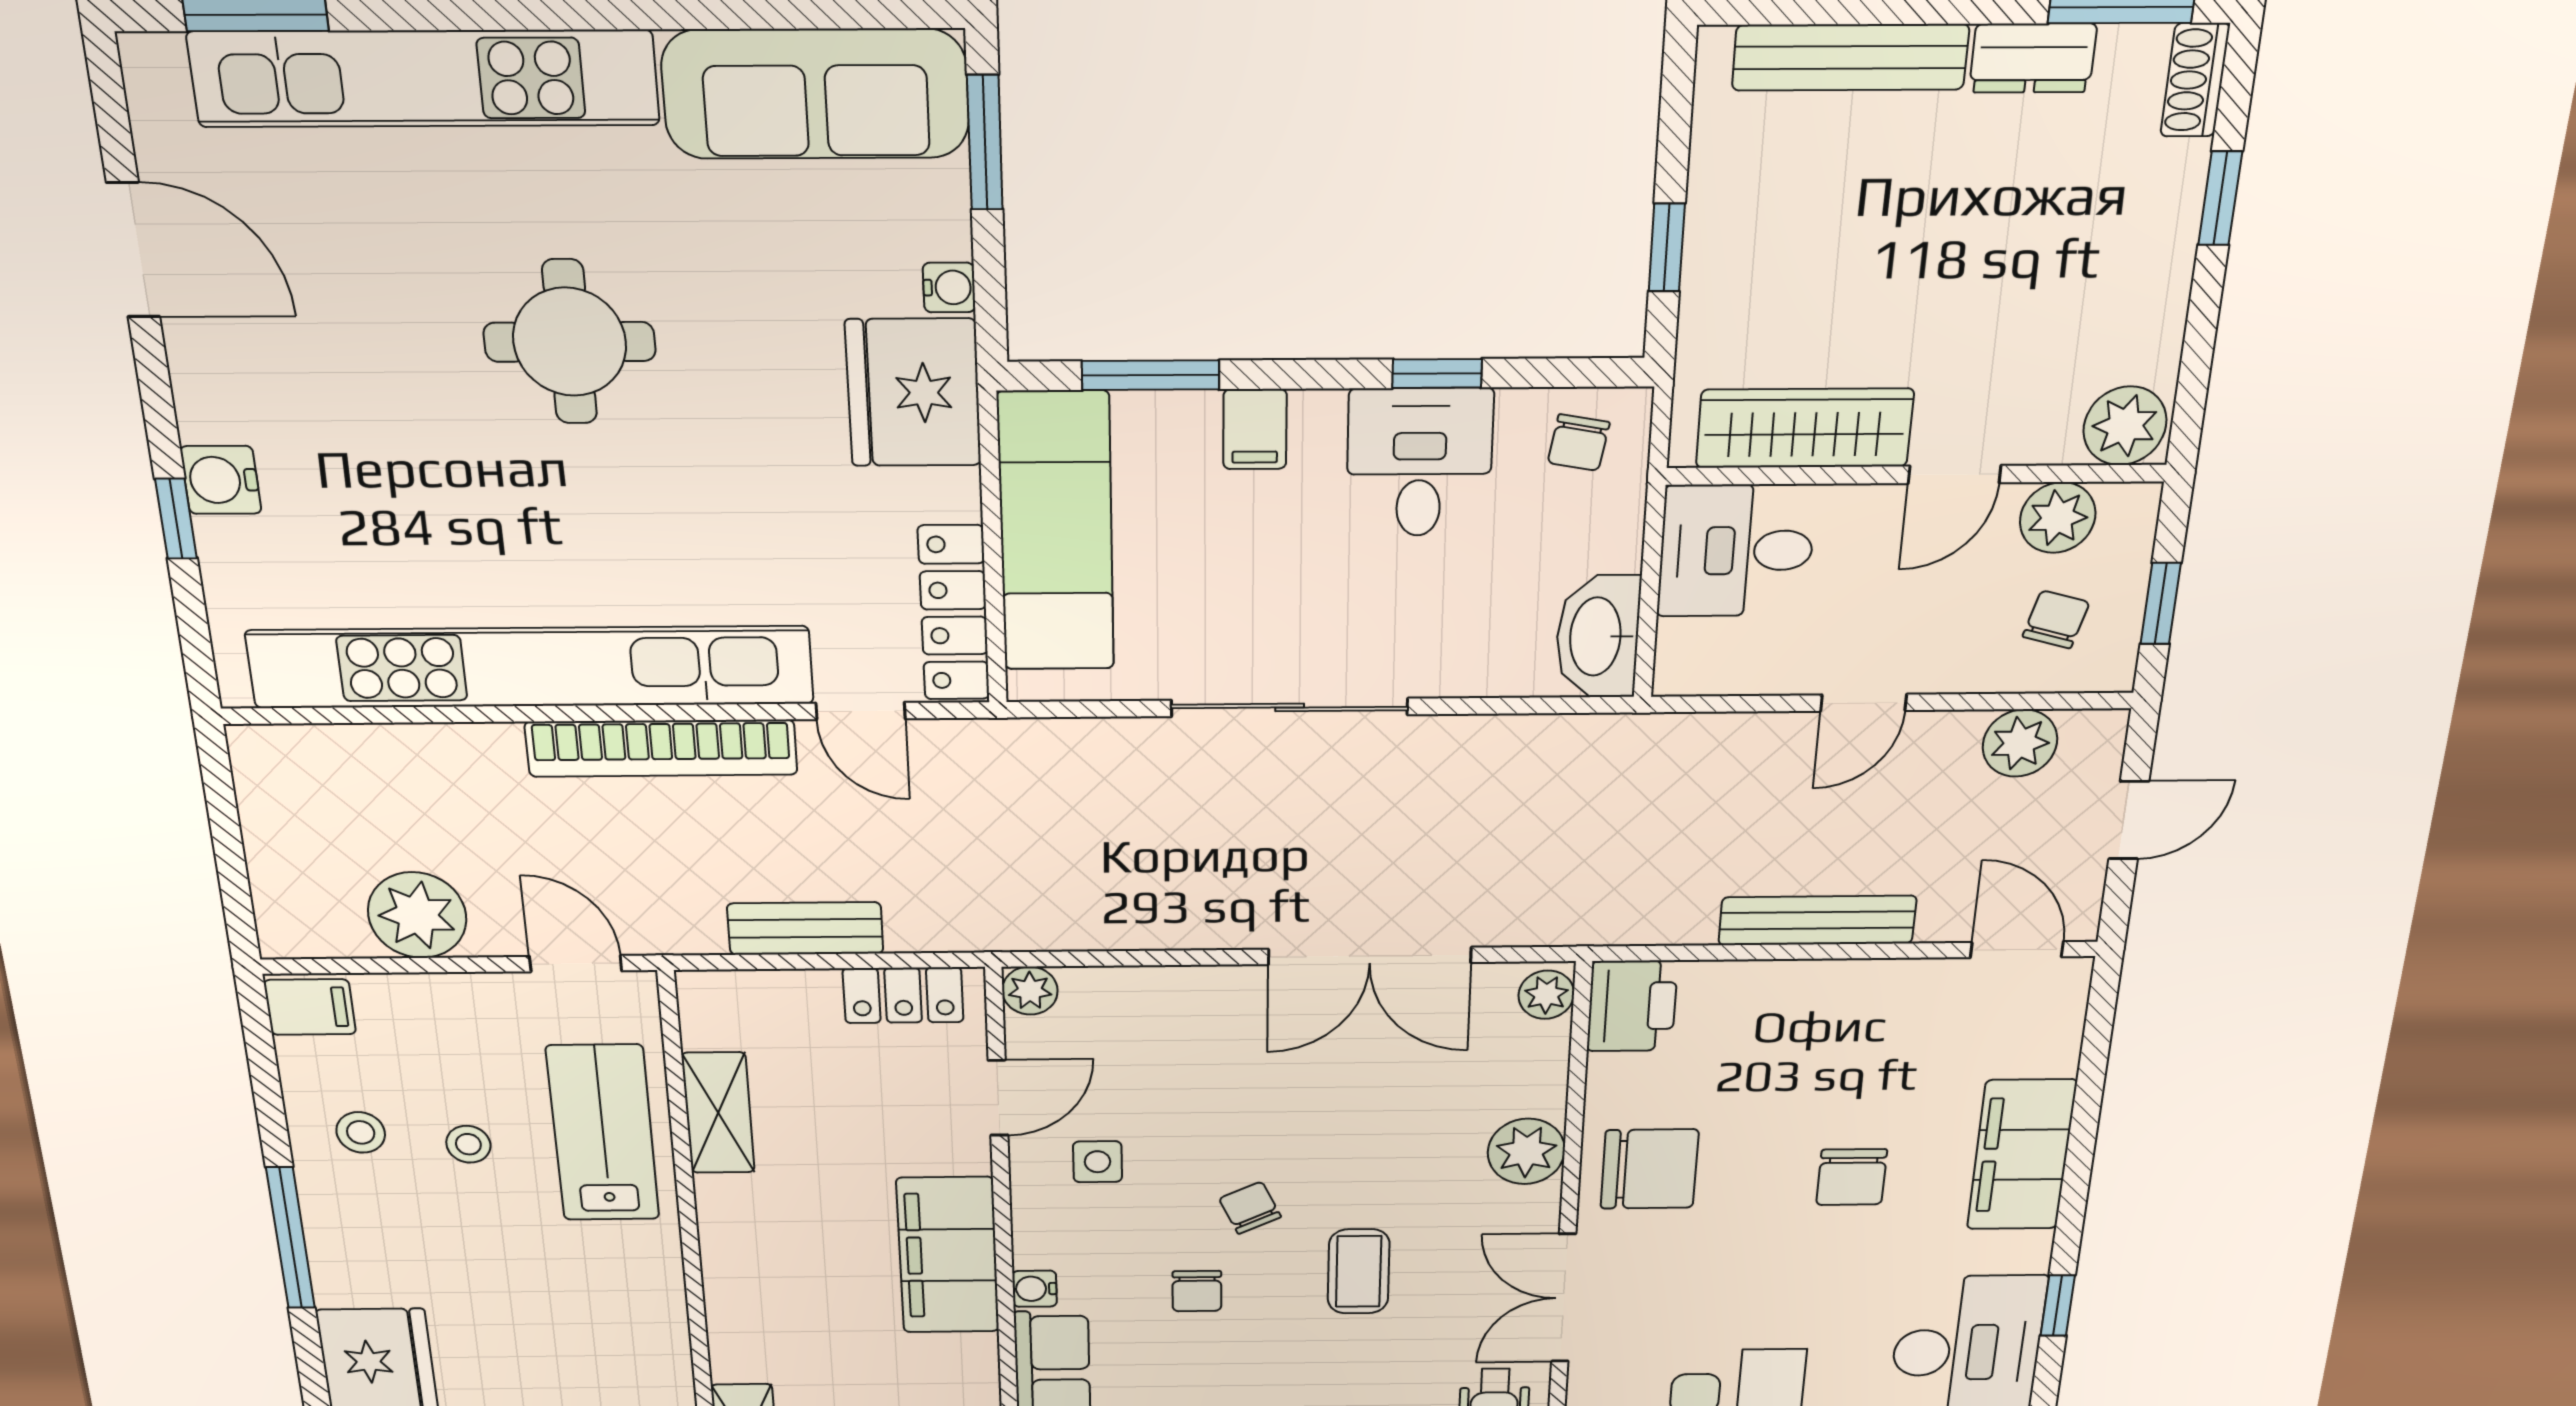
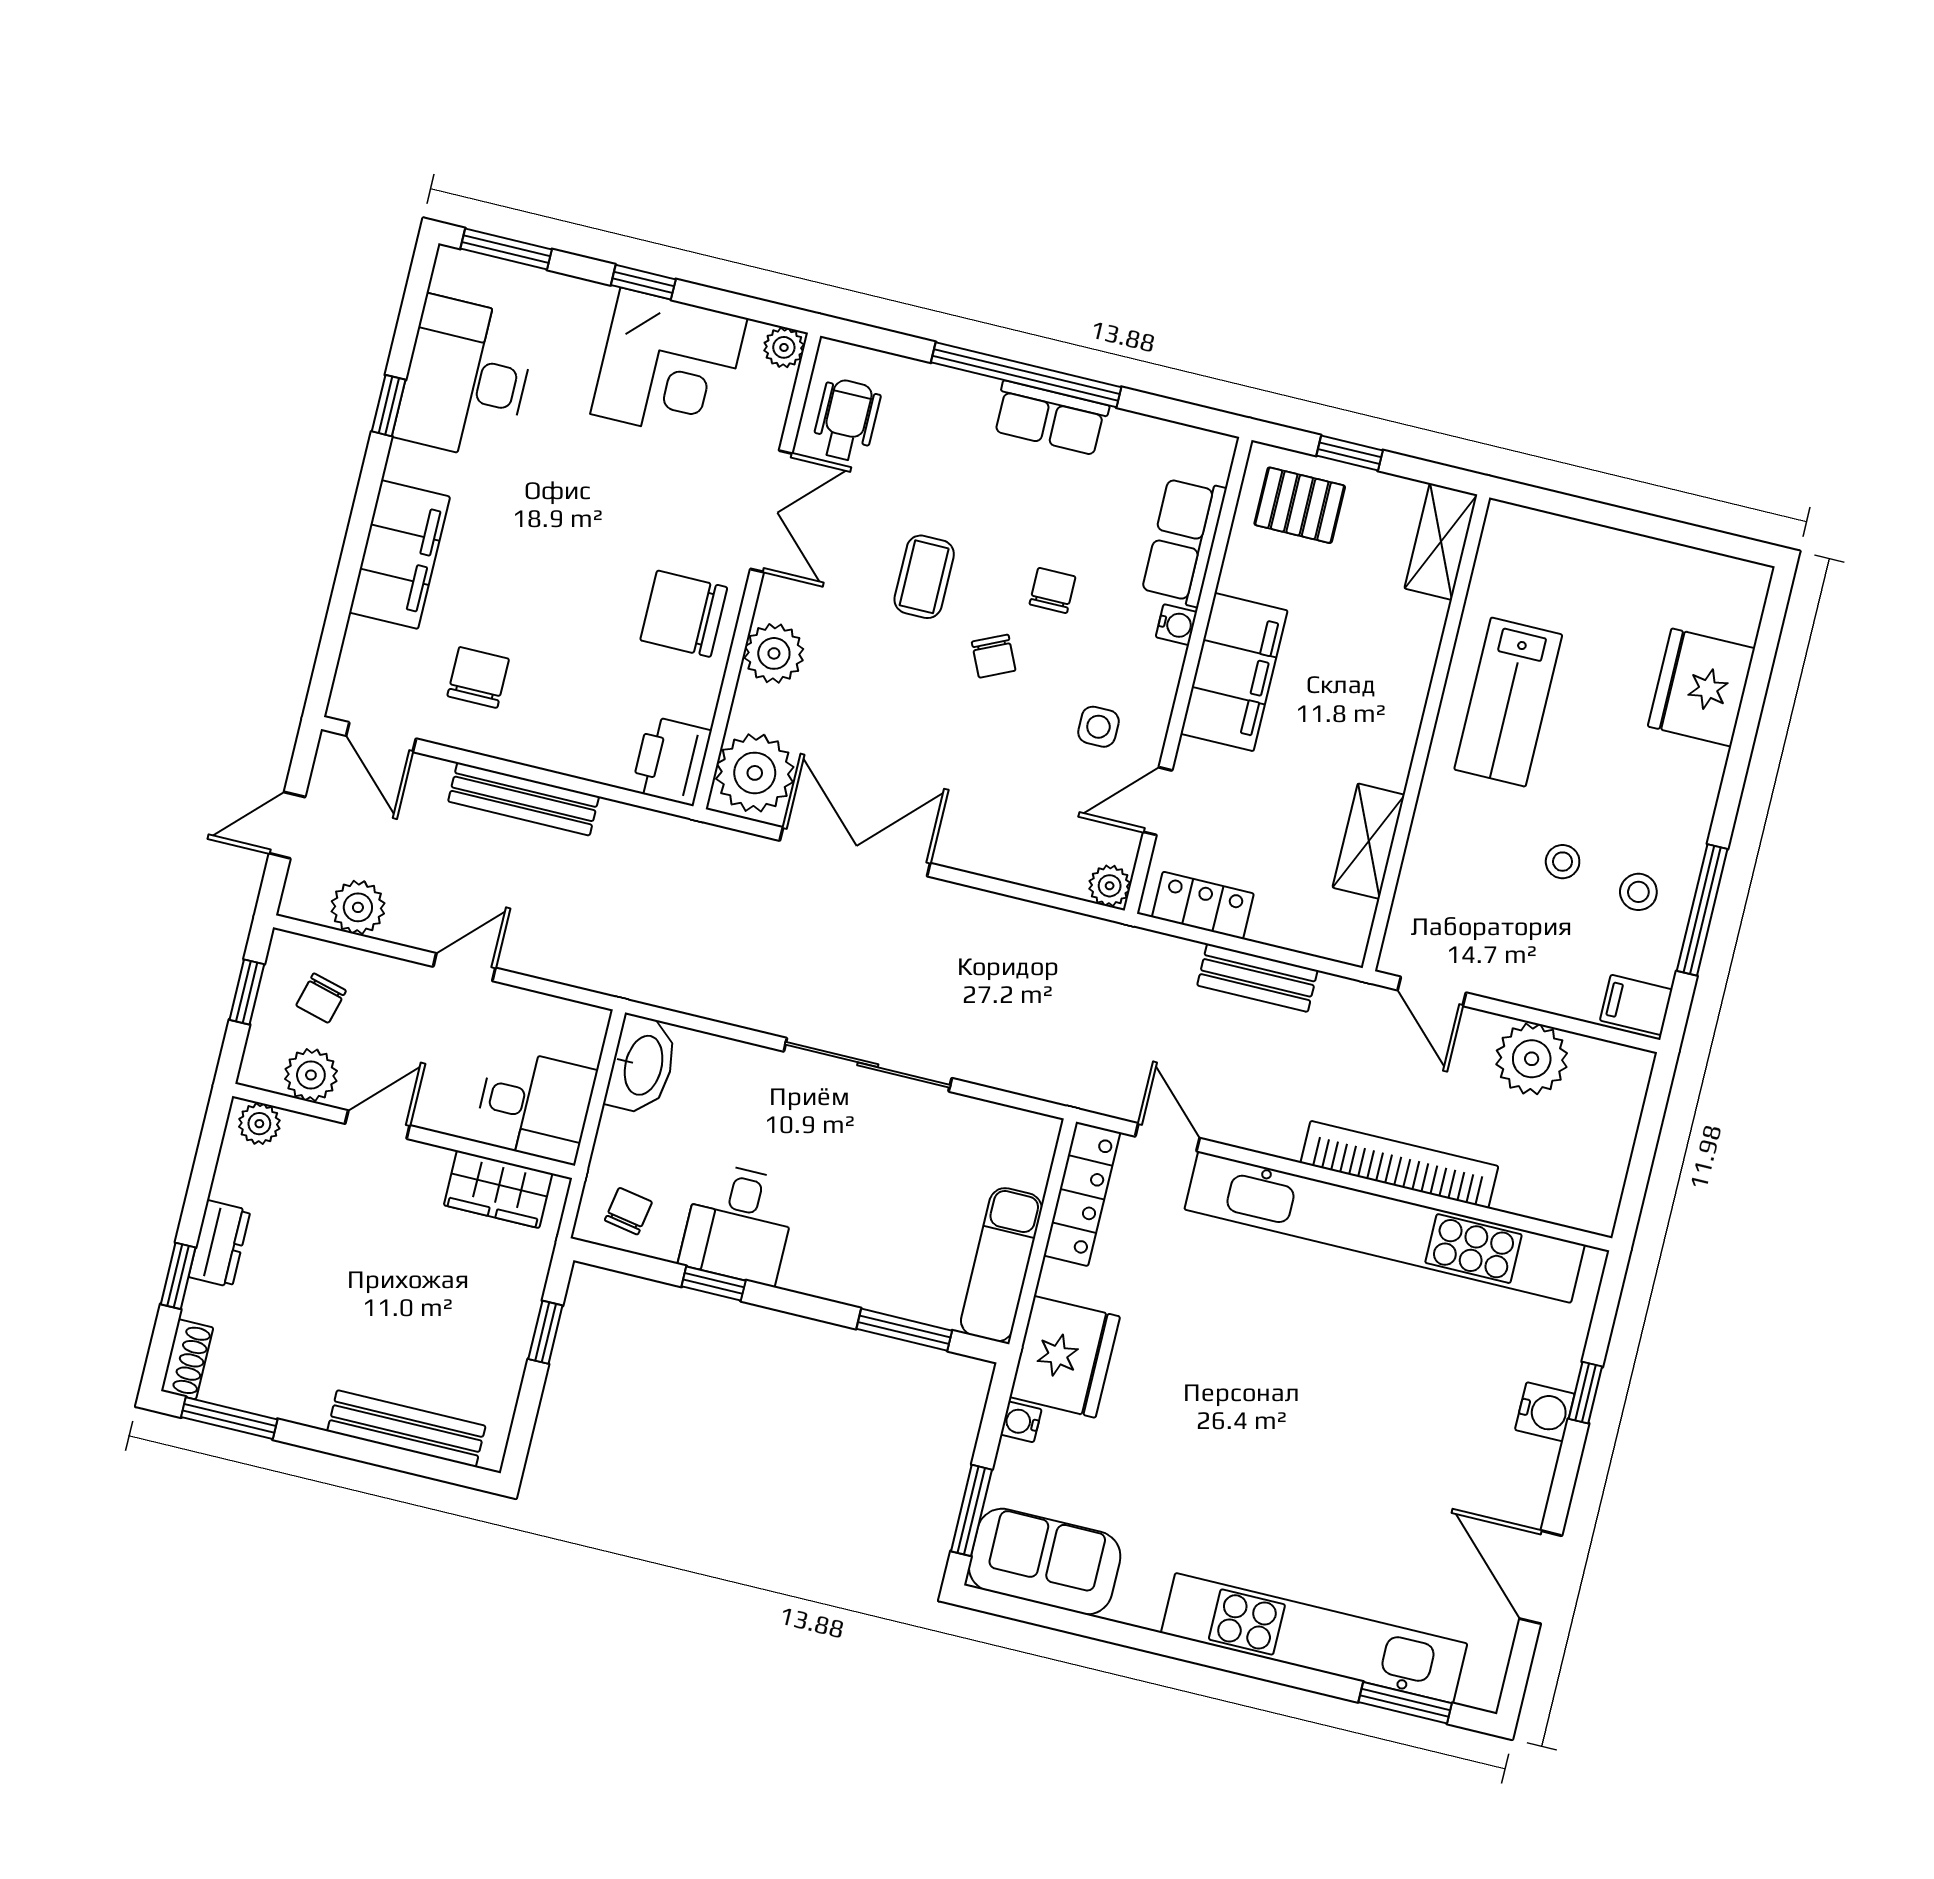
dresser: (2033, 58) -> (219, 1244), moved, turned 90
sofa: (816, 94) -> (1045, 1562), width x0.73
round table: (570, 342) -> (1280, 1447), removed
plant: (2125, 426) -> (259, 1124), width x0.73, depth x0.73
wardrobe: (1805, 428) -> (498, 1189), width x0.67
filing cabinet: (1255, 429) -> (844, 1275), removed
exam couch: (1056, 532) -> (1001, 1265), width x0.73, depth x0.69
bookcase: (661, 748) -> (1399, 1165), moved
plant: (1546, 995) -> (755, 773), width x1.87, depth x1.87
lab bench: (603, 1133) -> (1508, 702), moved
chair: (1852, 1177) -> (478, 677), moved
window: (291, 1238) -> (1702, 910), moved

